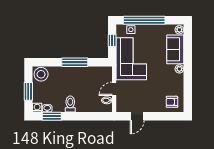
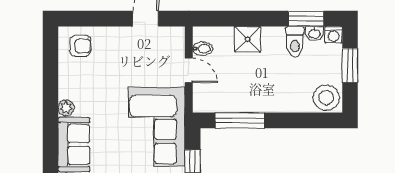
window: (75, 62) -> (240, 120), moved
door: (114, 89) -> (189, 70), hinge flipped
toilet: (70, 104) -> (295, 42), moved
shower: (83, 105) -> (247, 39), added

